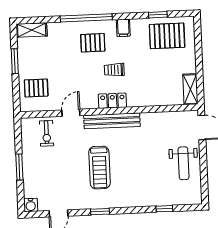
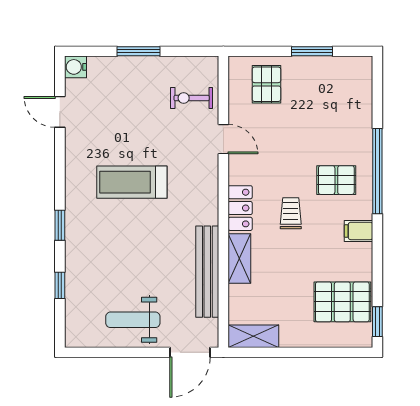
window: (158, 15) -> (377, 322), moved
shelving: (32, 30) -> (239, 259), moved
pallet: (167, 36) -> (342, 302), turned 90
pallet: (93, 43) -> (336, 180), turned 90
bench: (112, 121) -> (207, 272), moved
window: (100, 212) -> (60, 225), moved

